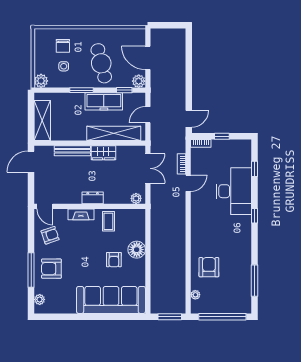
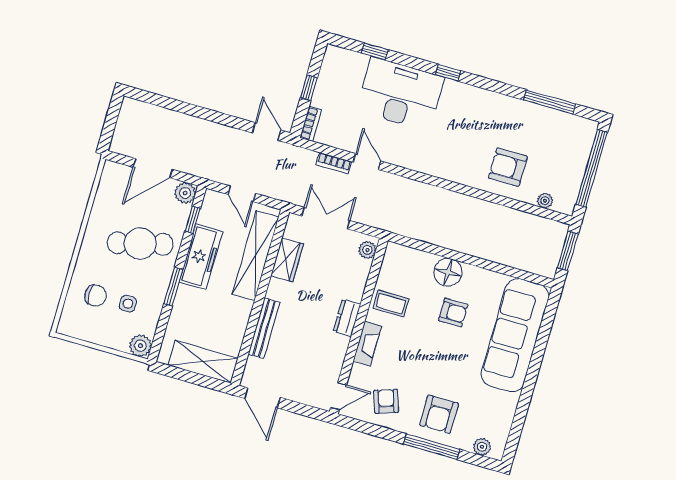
wardrobe: (103, 153) -> (287, 260), moved

